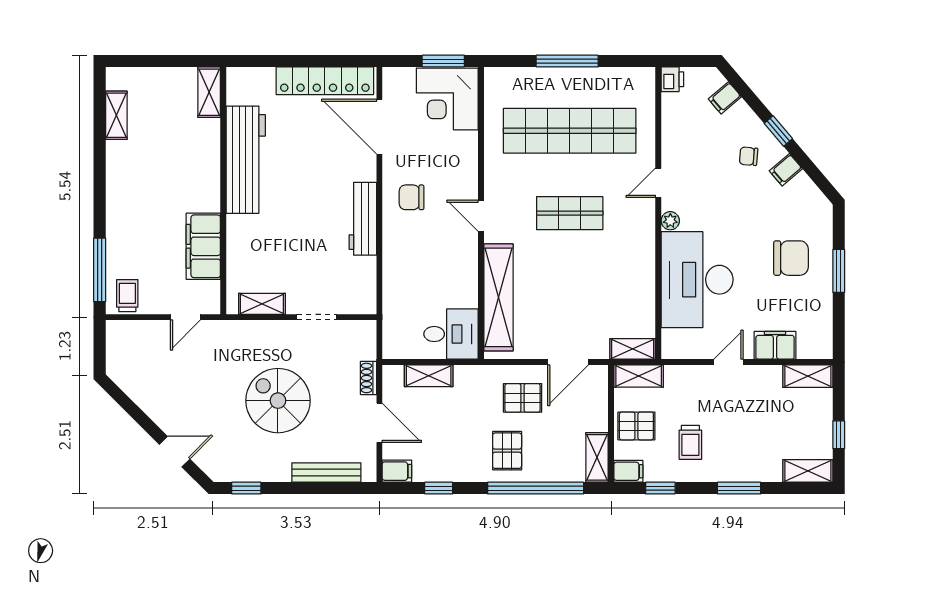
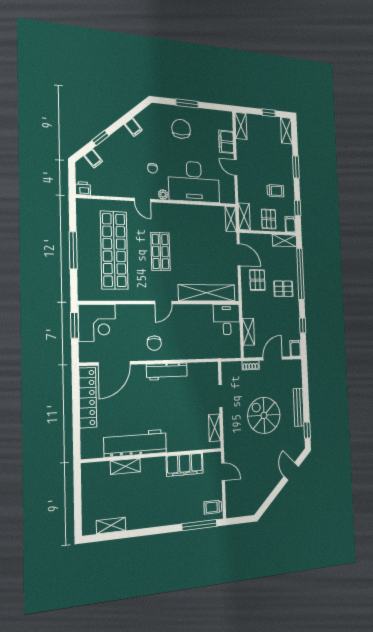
shelving: (209, 92) -> (125, 466), moved
window: (778, 131) -> (100, 138), moved
chair: (749, 156) -> (153, 168), moved
spiral stairs: (278, 401) -> (264, 415), turned 90
bench: (326, 472) -> (299, 407), moved

